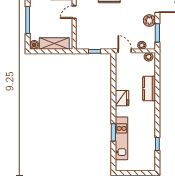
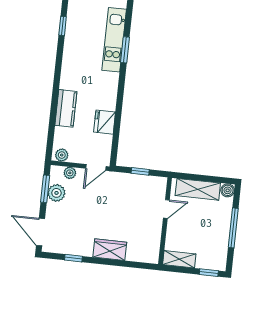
door: (74, 12) -> (166, 209), moved
plant: (149, 21) -> (56, 193), moved
door: (125, 51) -> (96, 167), hinge flipped
fridge: (122, 98) -> (105, 122), moved

